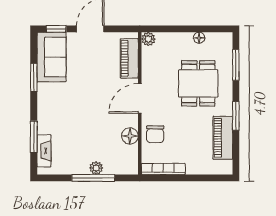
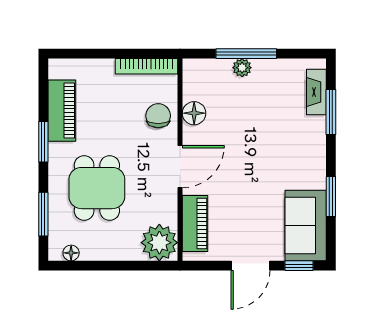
floor lamp: (199, 38) -> (71, 253), moved
plant: (148, 39) -> (159, 243), width x1.88, depth x1.88

